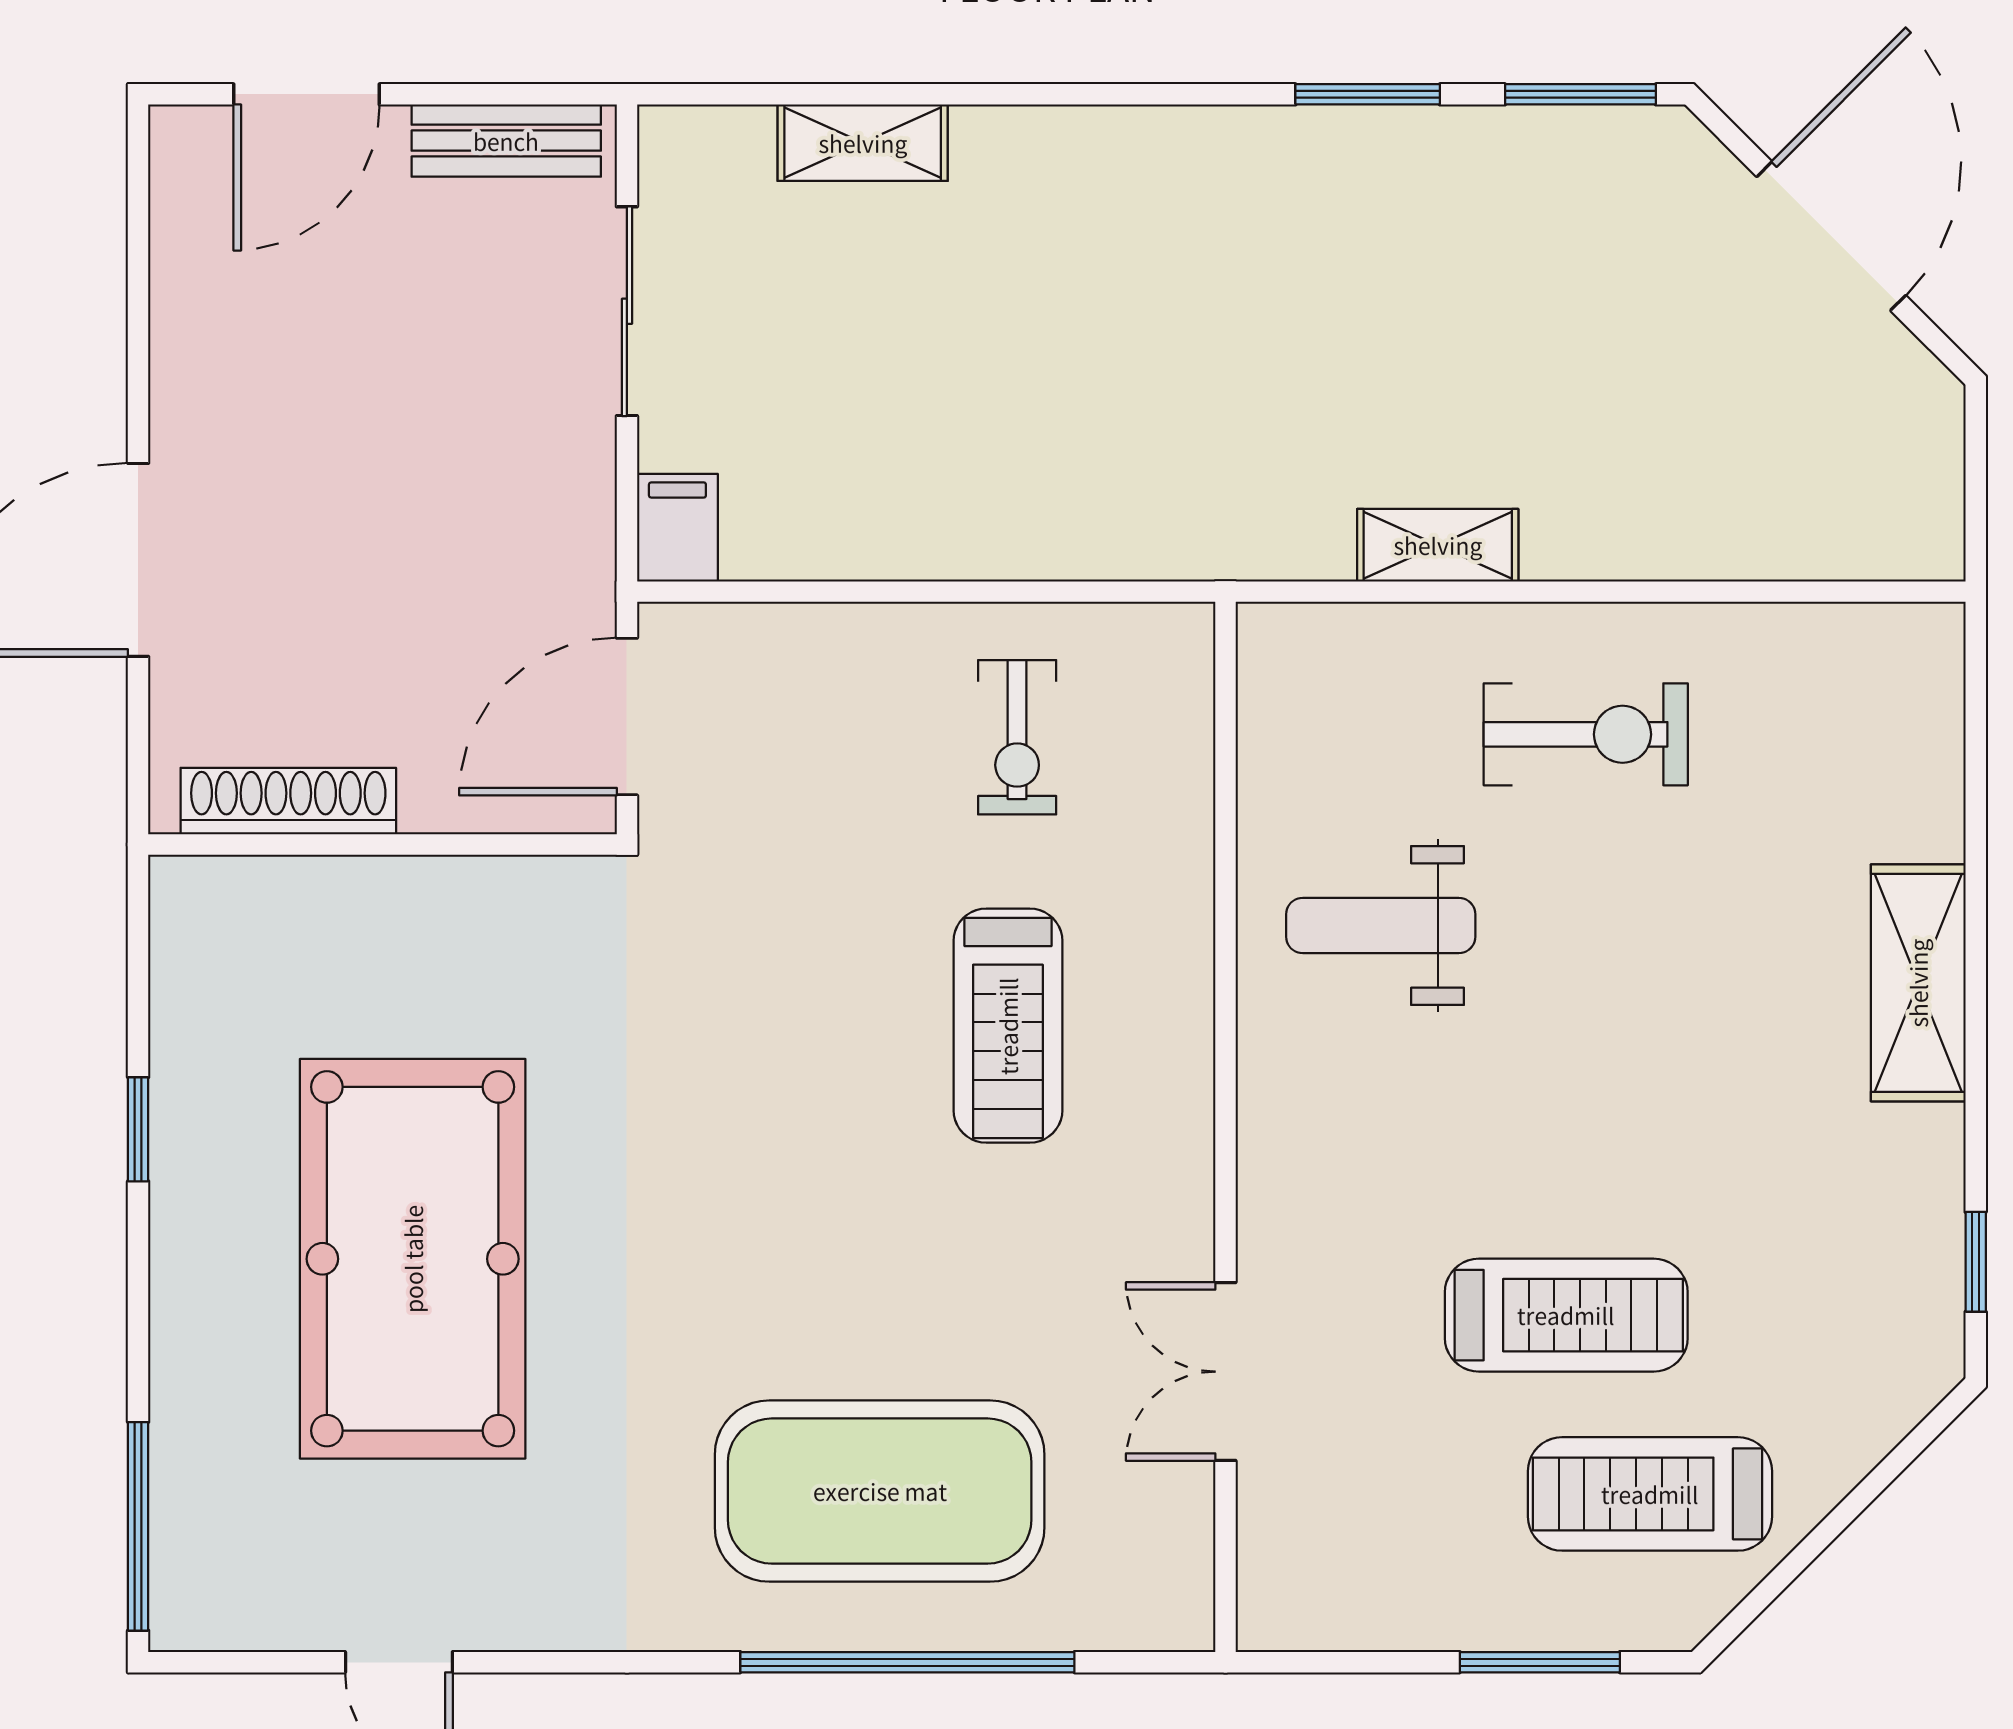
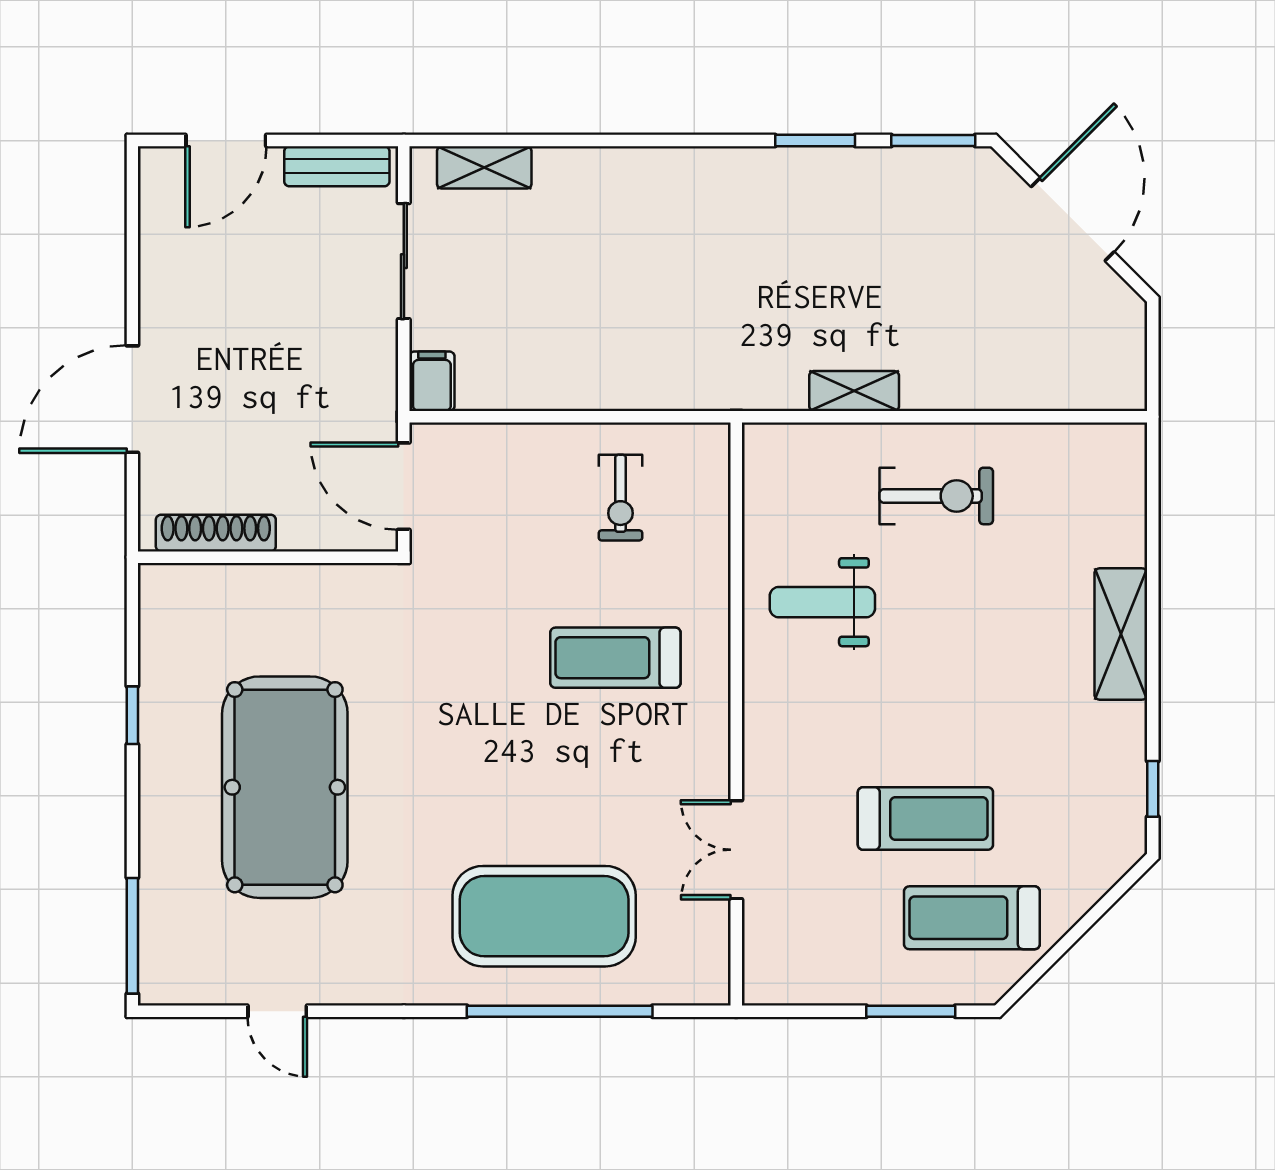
shelving: (863, 143) -> (484, 167), moved
door: (627, 717) -> (404, 486), hinge flipped
treadmill: (1008, 1026) -> (615, 658), turned 90

